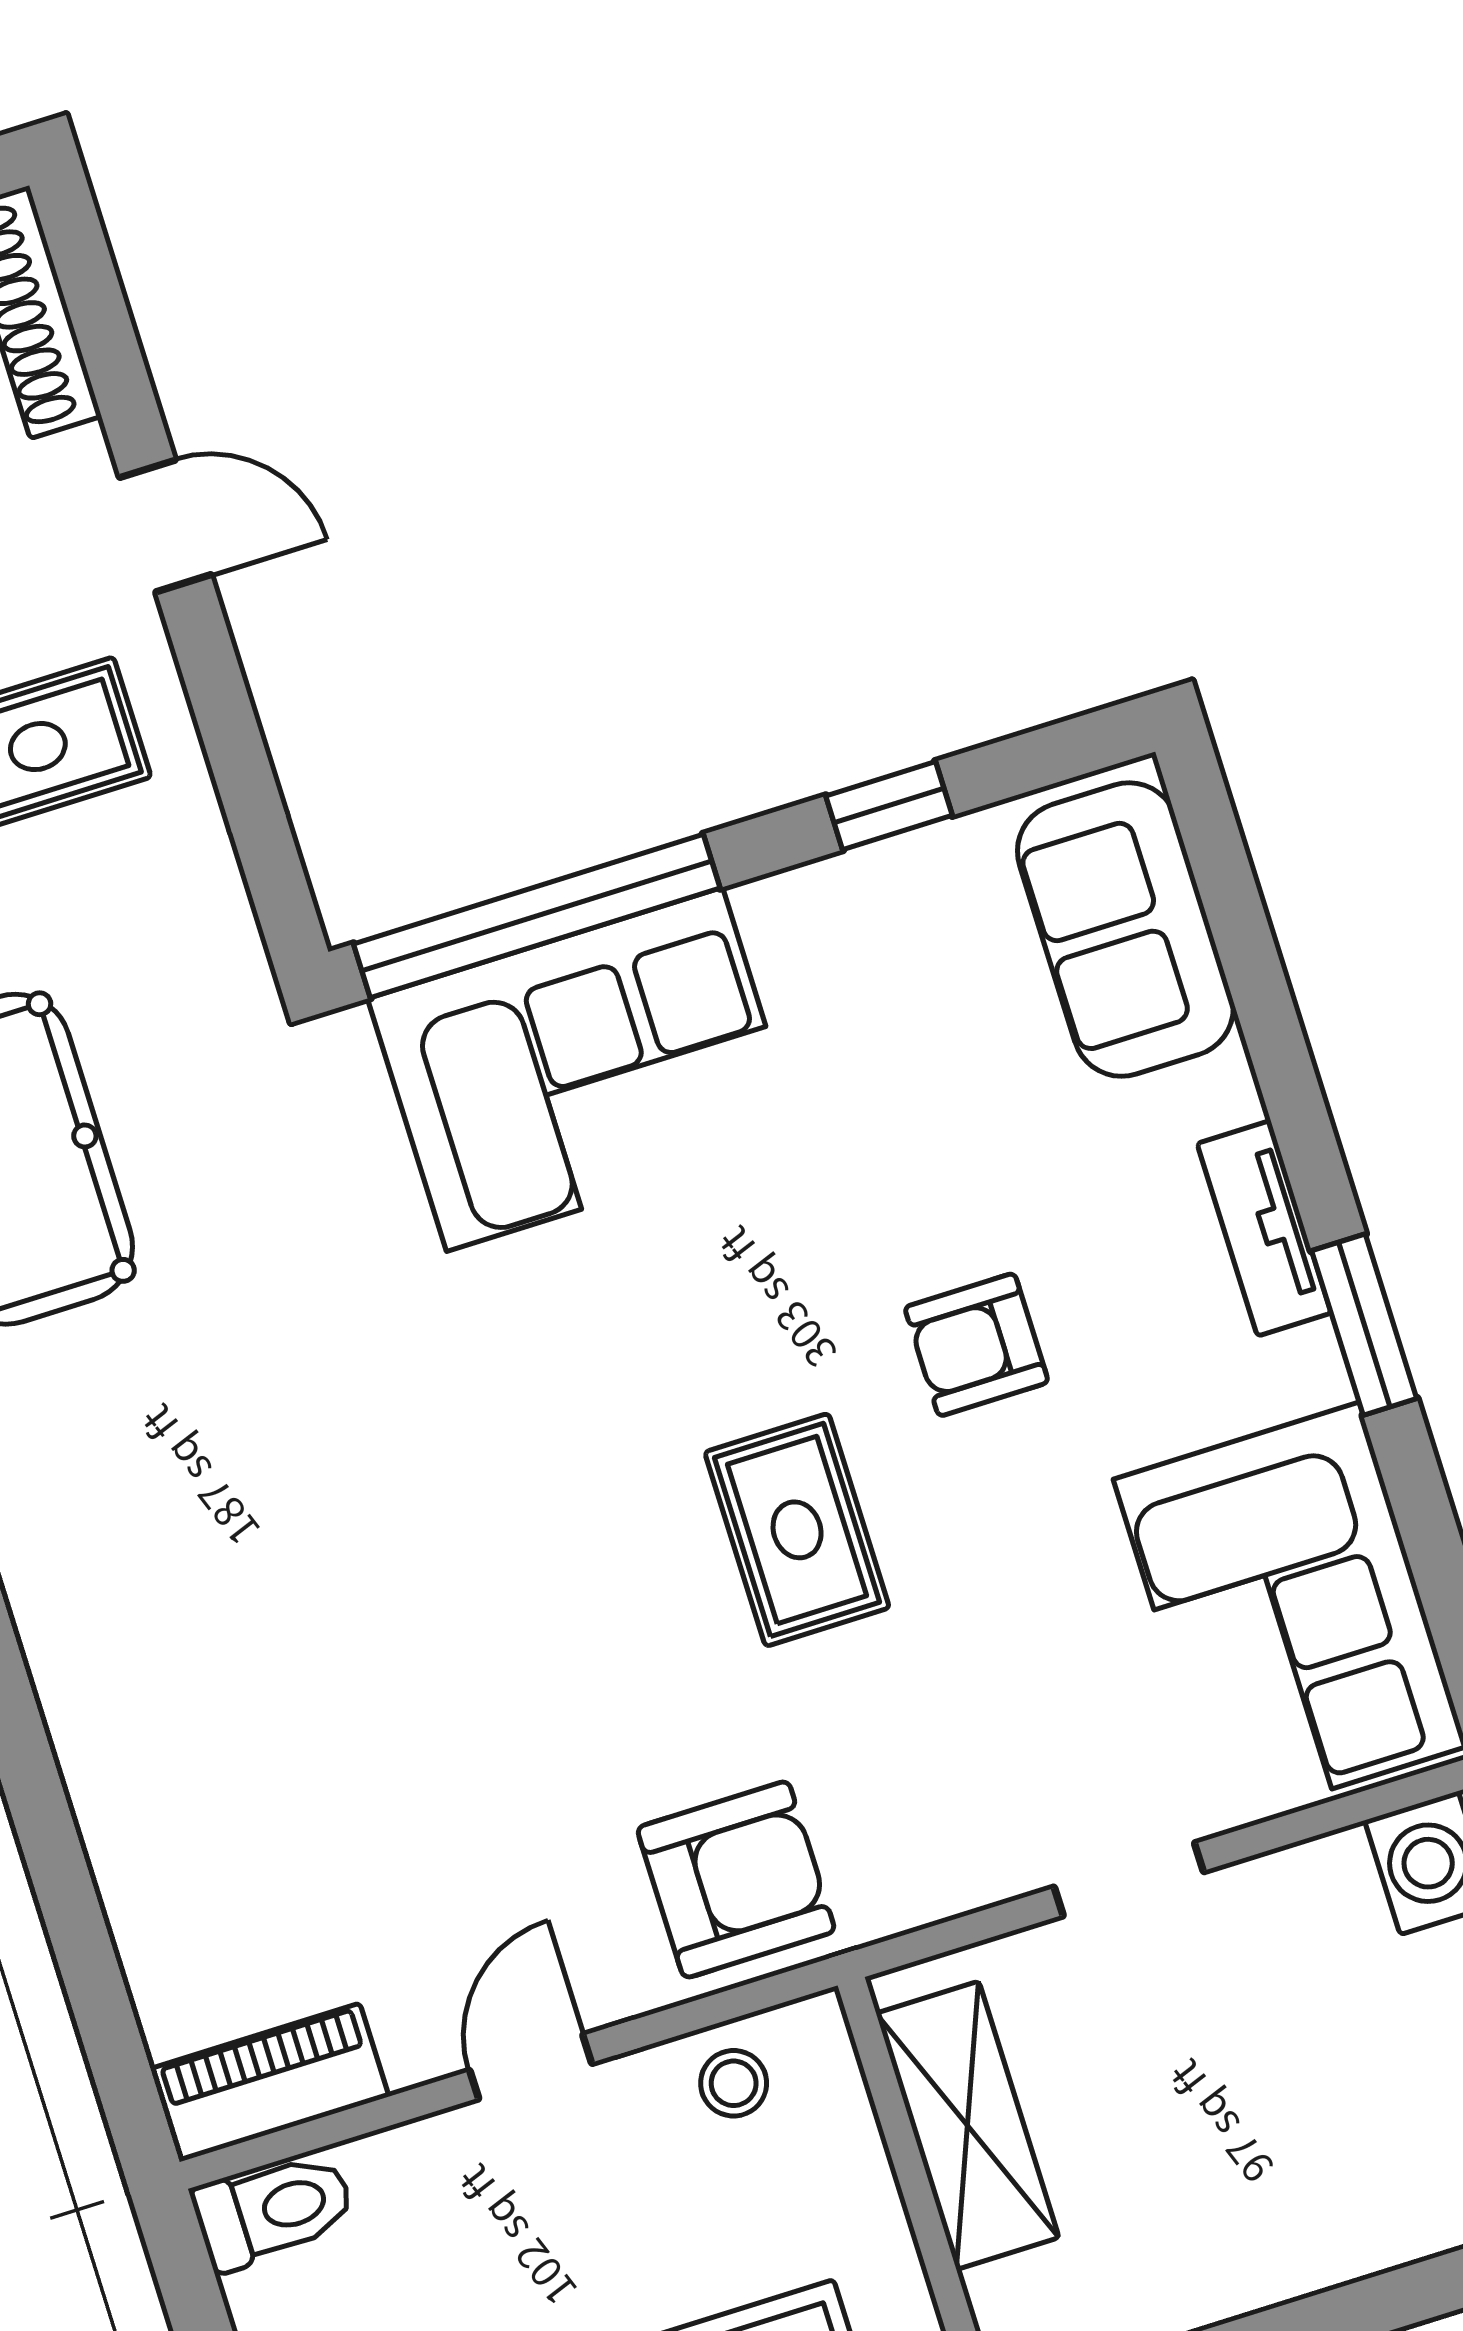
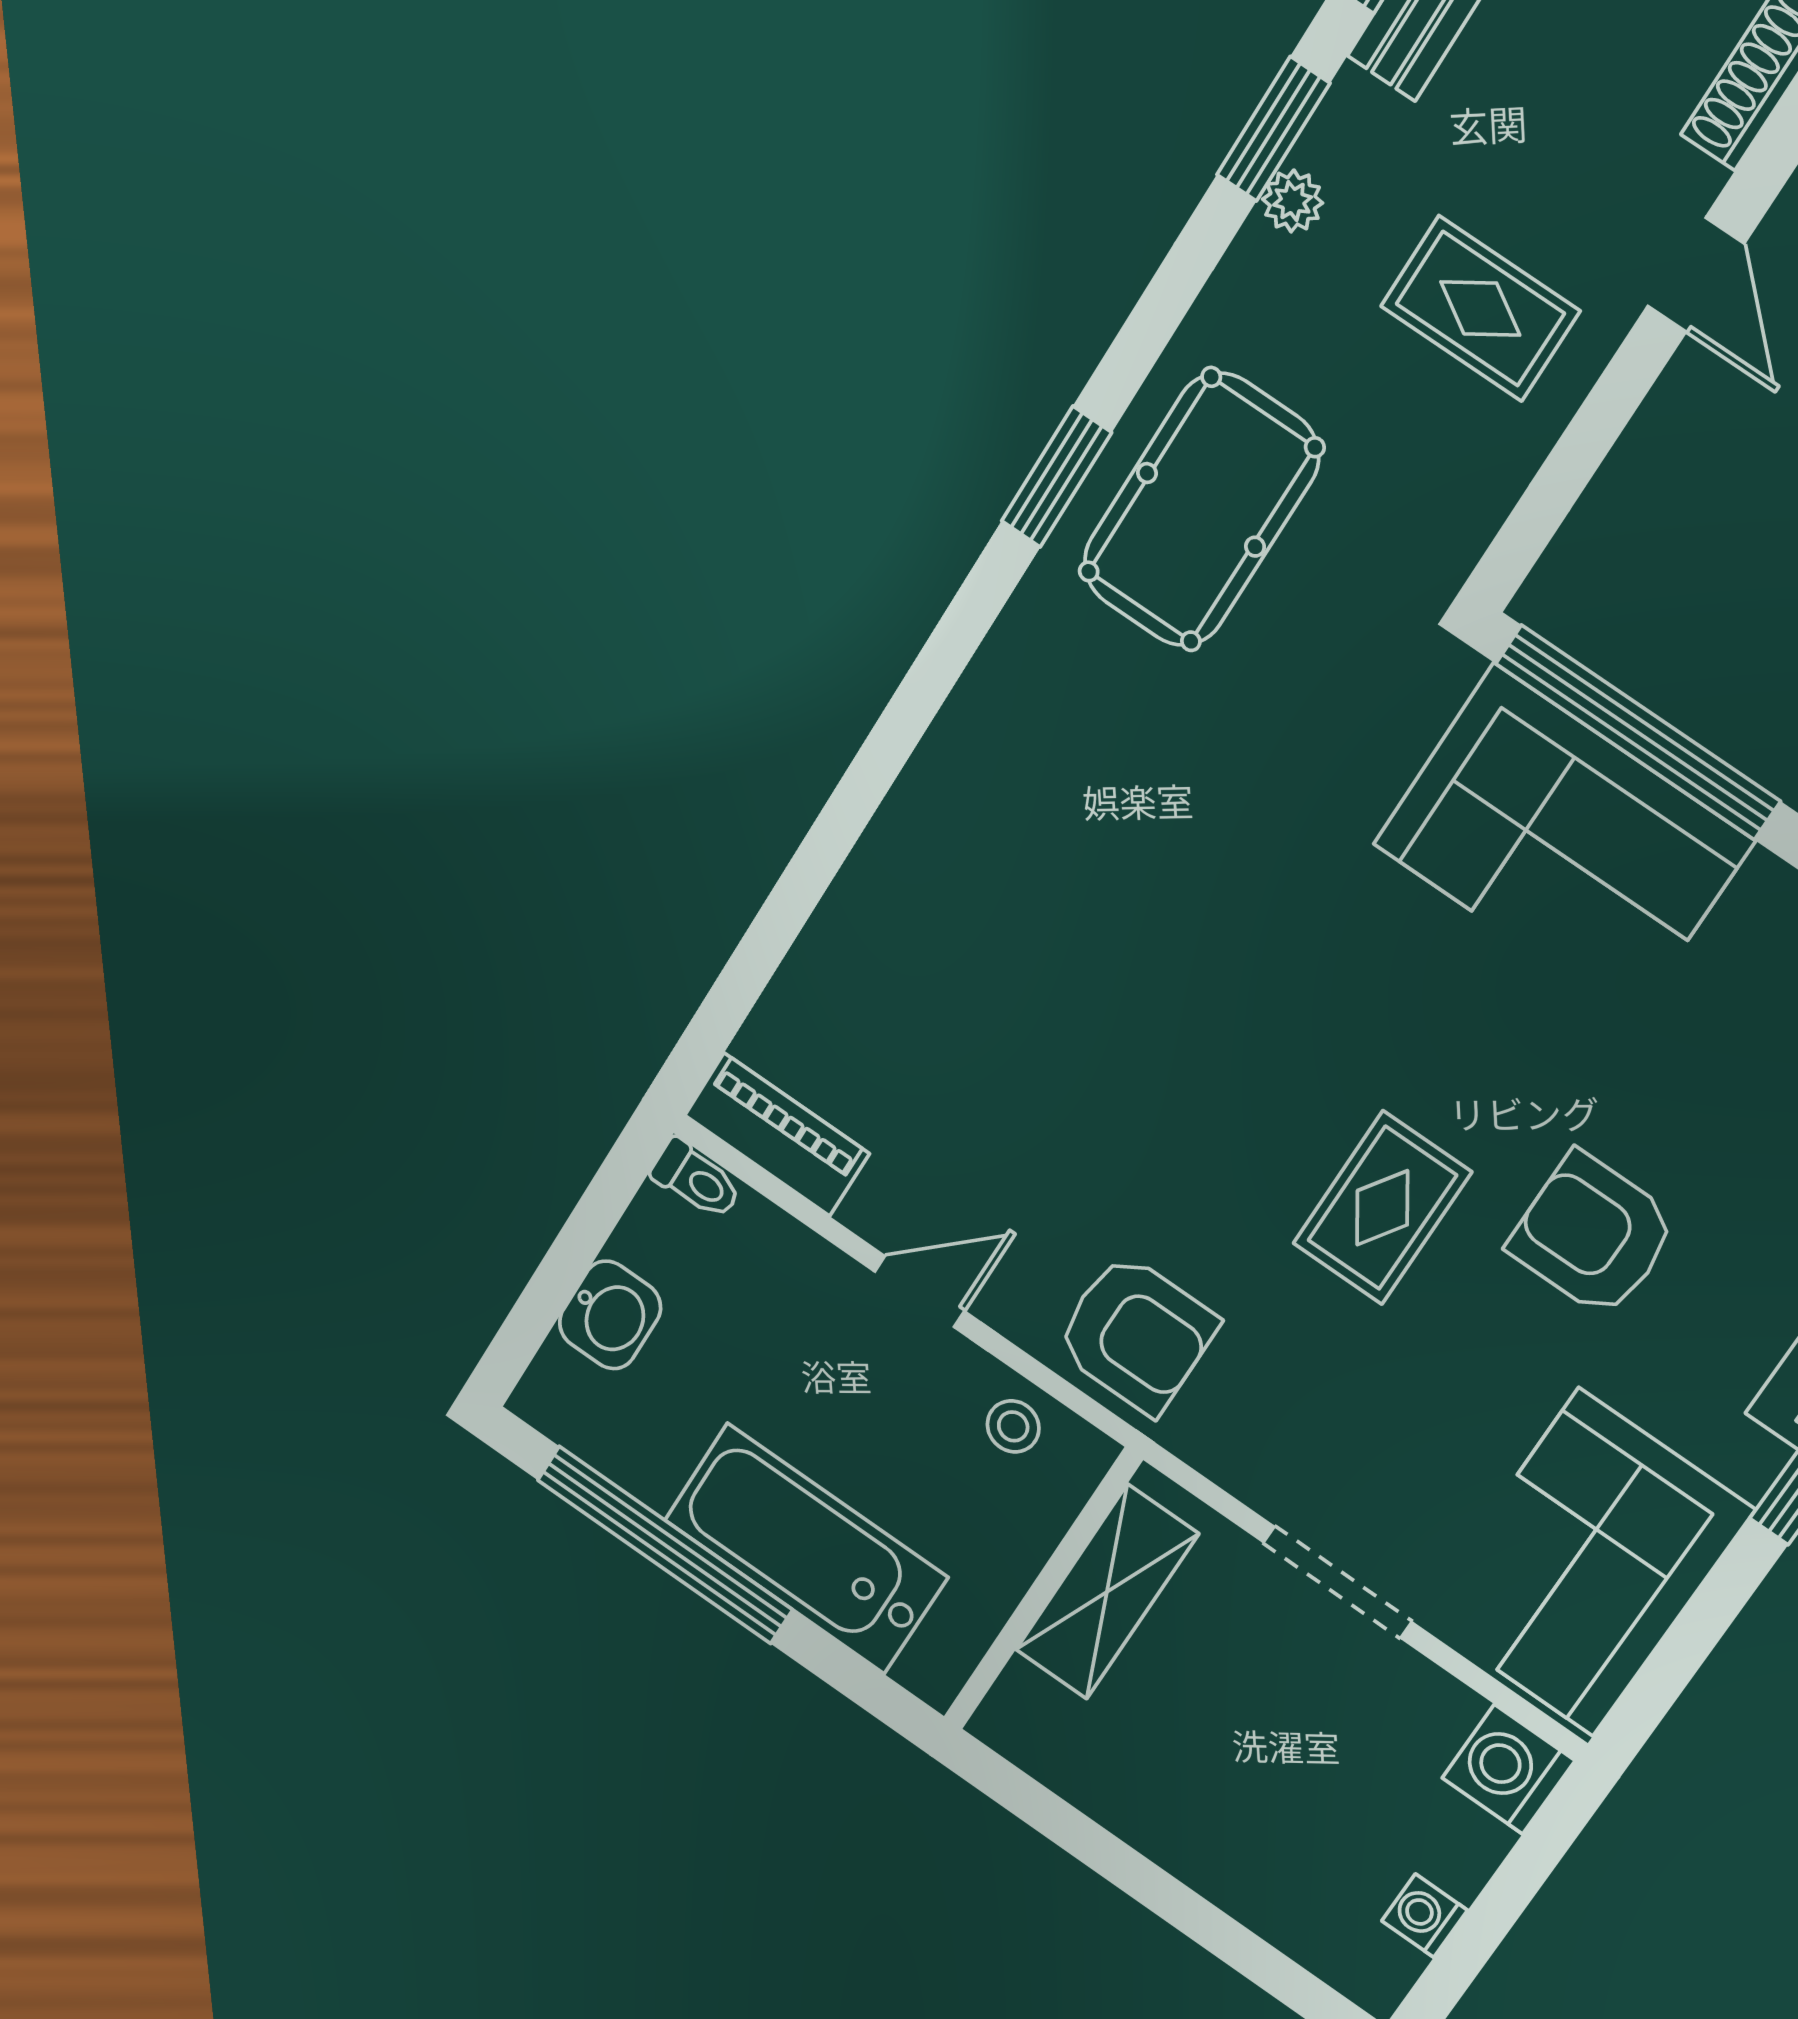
armchair: (977, 1345) -> (1593, 1235), width x1.38, depth x1.38
doorway: (1129, 1879) -> (1338, 1582), width x1.38
toilet: (274, 2210) -> (696, 1179), width x0.73, depth x0.72

